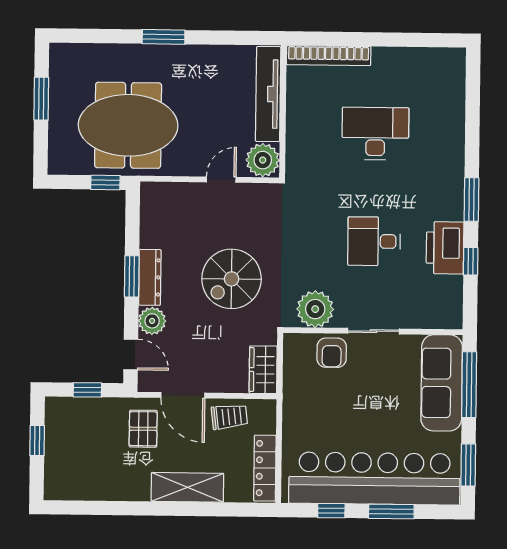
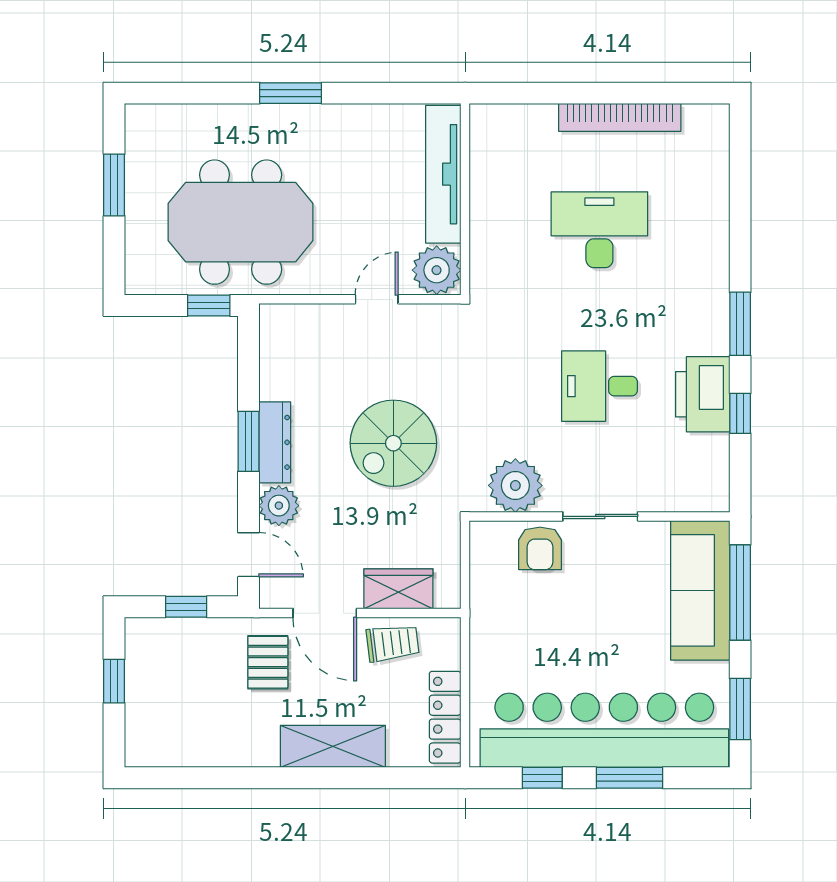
bookcase: (329, 56) -> (620, 117), moved
wardrobe: (263, 370) -> (398, 589), moved, turned 90

